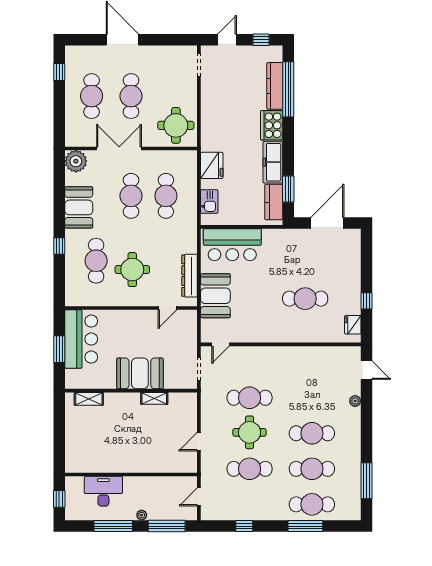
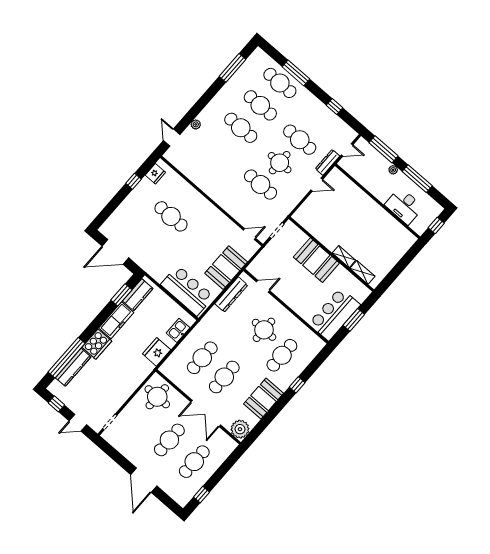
shelving: (154, 398) -> (344, 257), moved
dresser: (207, 470) -> (328, 162), added

